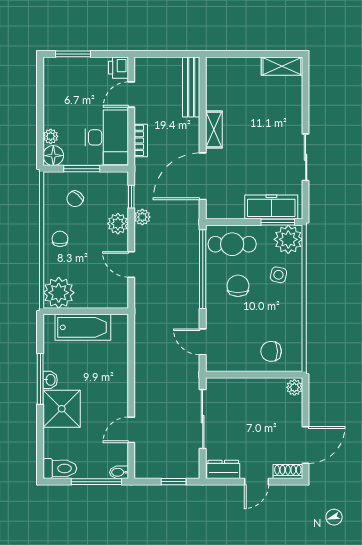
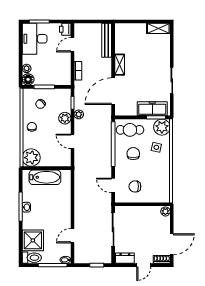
desk: (107, 137) -> (35, 39), moved, turned 180
chair: (271, 351) -> (135, 186), moved
shower: (62, 409) -> (33, 240), moved

